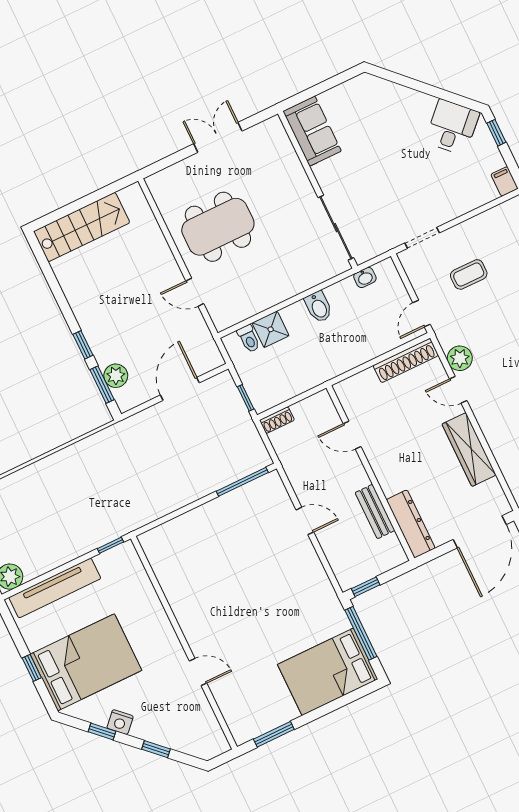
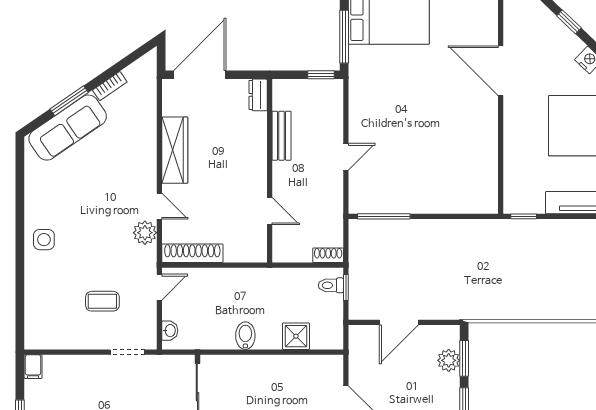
washbasin: (365, 277) -> (170, 331), moved, turned 90
toilet: (249, 339) -> (331, 285), moved, turned -90
door: (305, 521) -> (346, 157), swing flipped
dresser: (411, 524) -> (258, 95), width x0.51, depth x0.80
door: (198, 672) -> (501, 71), width x1.87

